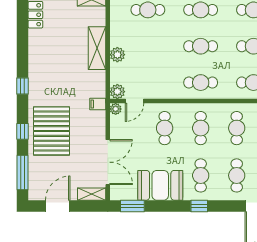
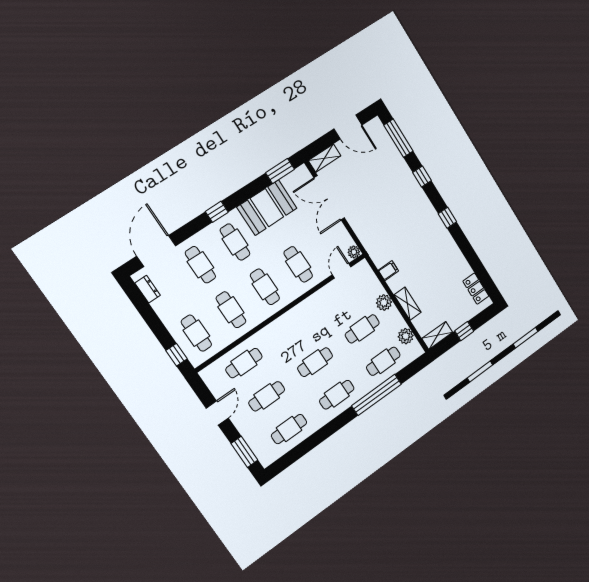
shelving: (97, 48) -> (408, 304), width x0.67, depth x0.75
cafe table: (201, 83) -> (362, 329), moved
plant: (117, 92) -> (406, 336), moved
filing cabinet: (98, 104) -> (388, 271), moved
pallet: (51, 131) -> (397, 194), removed
door: (58, 206) -> (348, 127), hinge flipped

